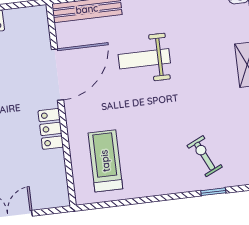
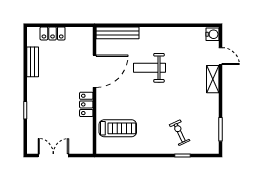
treadmill: (105, 161) -> (118, 128), turned 90

